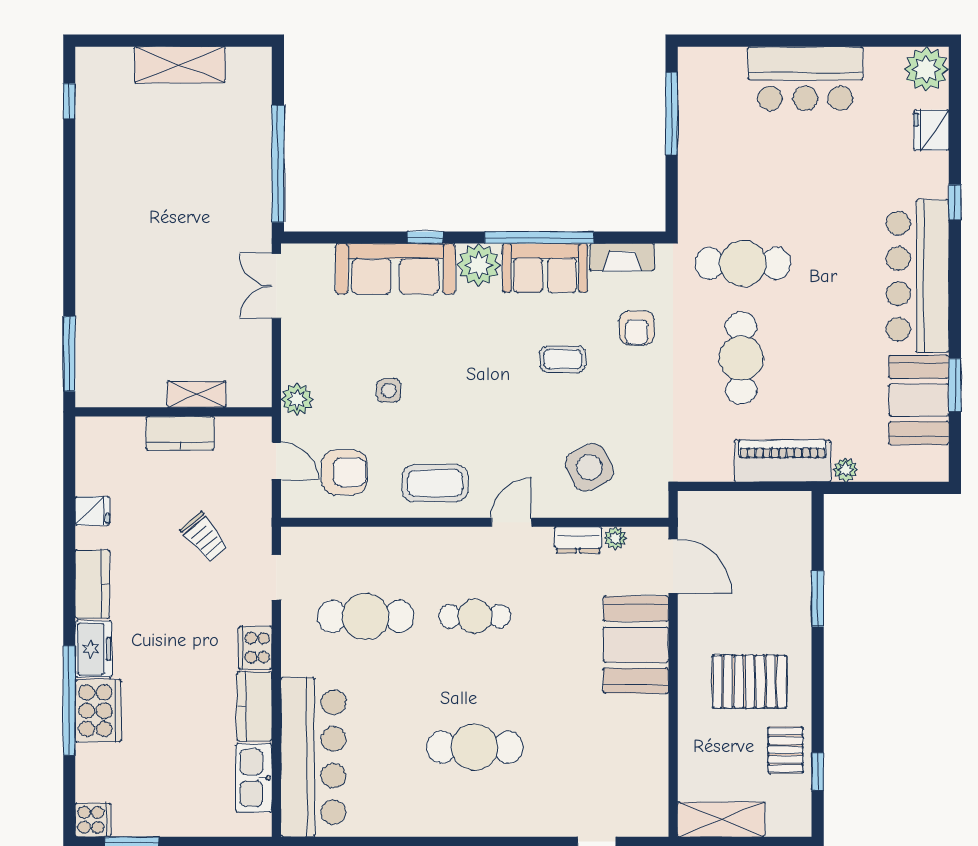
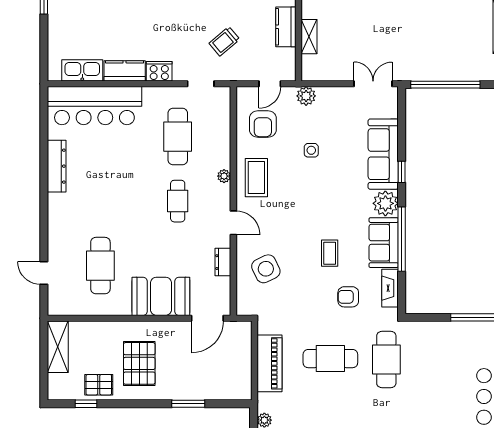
piano: (783, 461) -> (270, 363), moved
plant: (615, 538) -> (224, 176), moved
cafe table: (475, 747) -> (100, 266), moved
dresser: (416, 821) -> (57, 166), added

